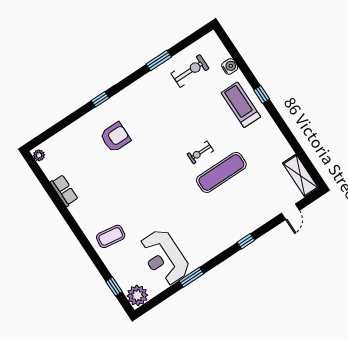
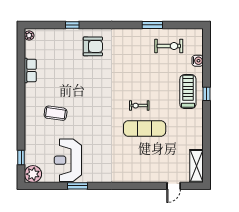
window: (100, 99) -> (72, 25), moved
armchair: (115, 137) -> (93, 46), moved
coffee table: (111, 236) -> (56, 113), moved
window: (246, 241) -> (130, 186), removed

